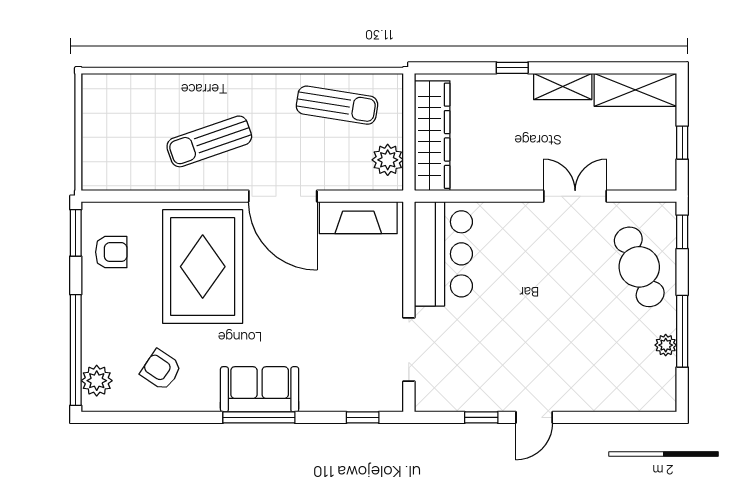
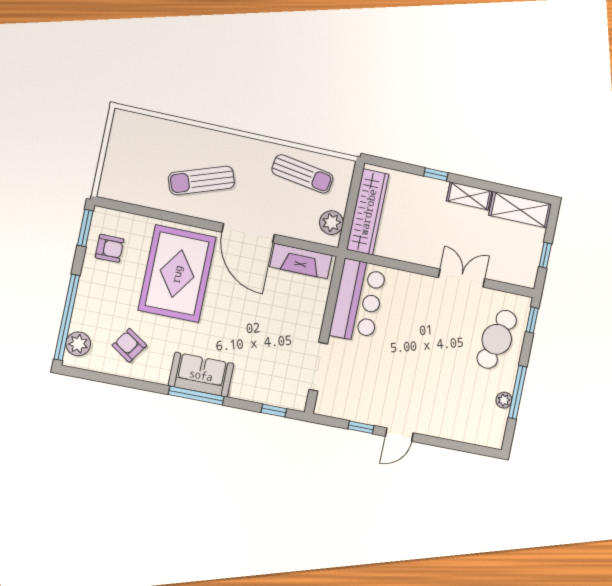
cafe table: (639, 267) -> (497, 339), turned 37

